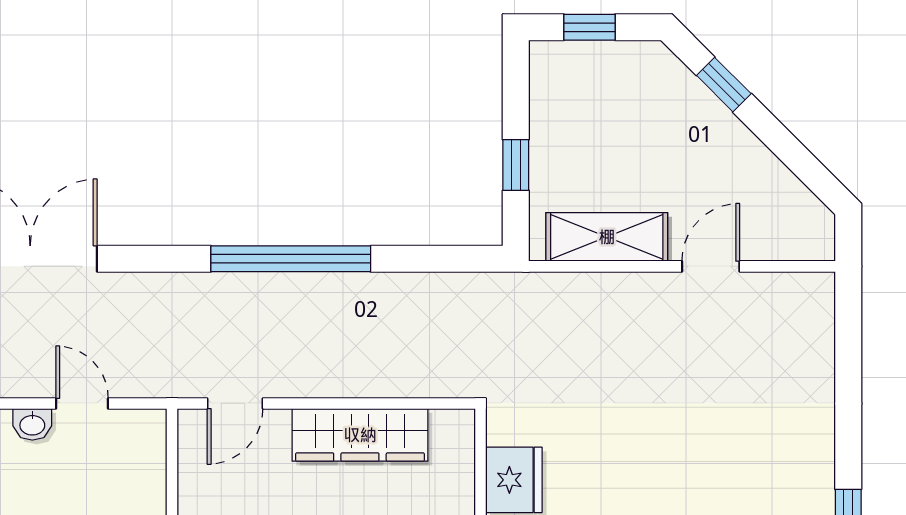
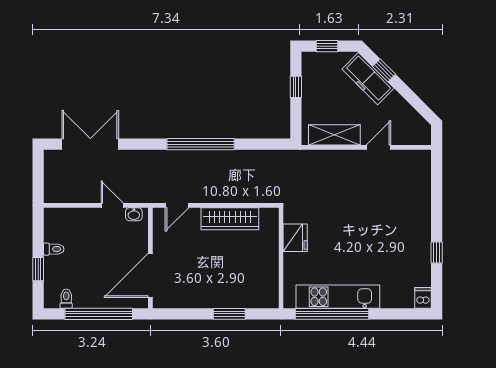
freezer: (686, 104) -> (368, 79), added
window: (516, 165) -> (296, 87), moved
washbasin: (32, 424) -> (134, 214), moved

